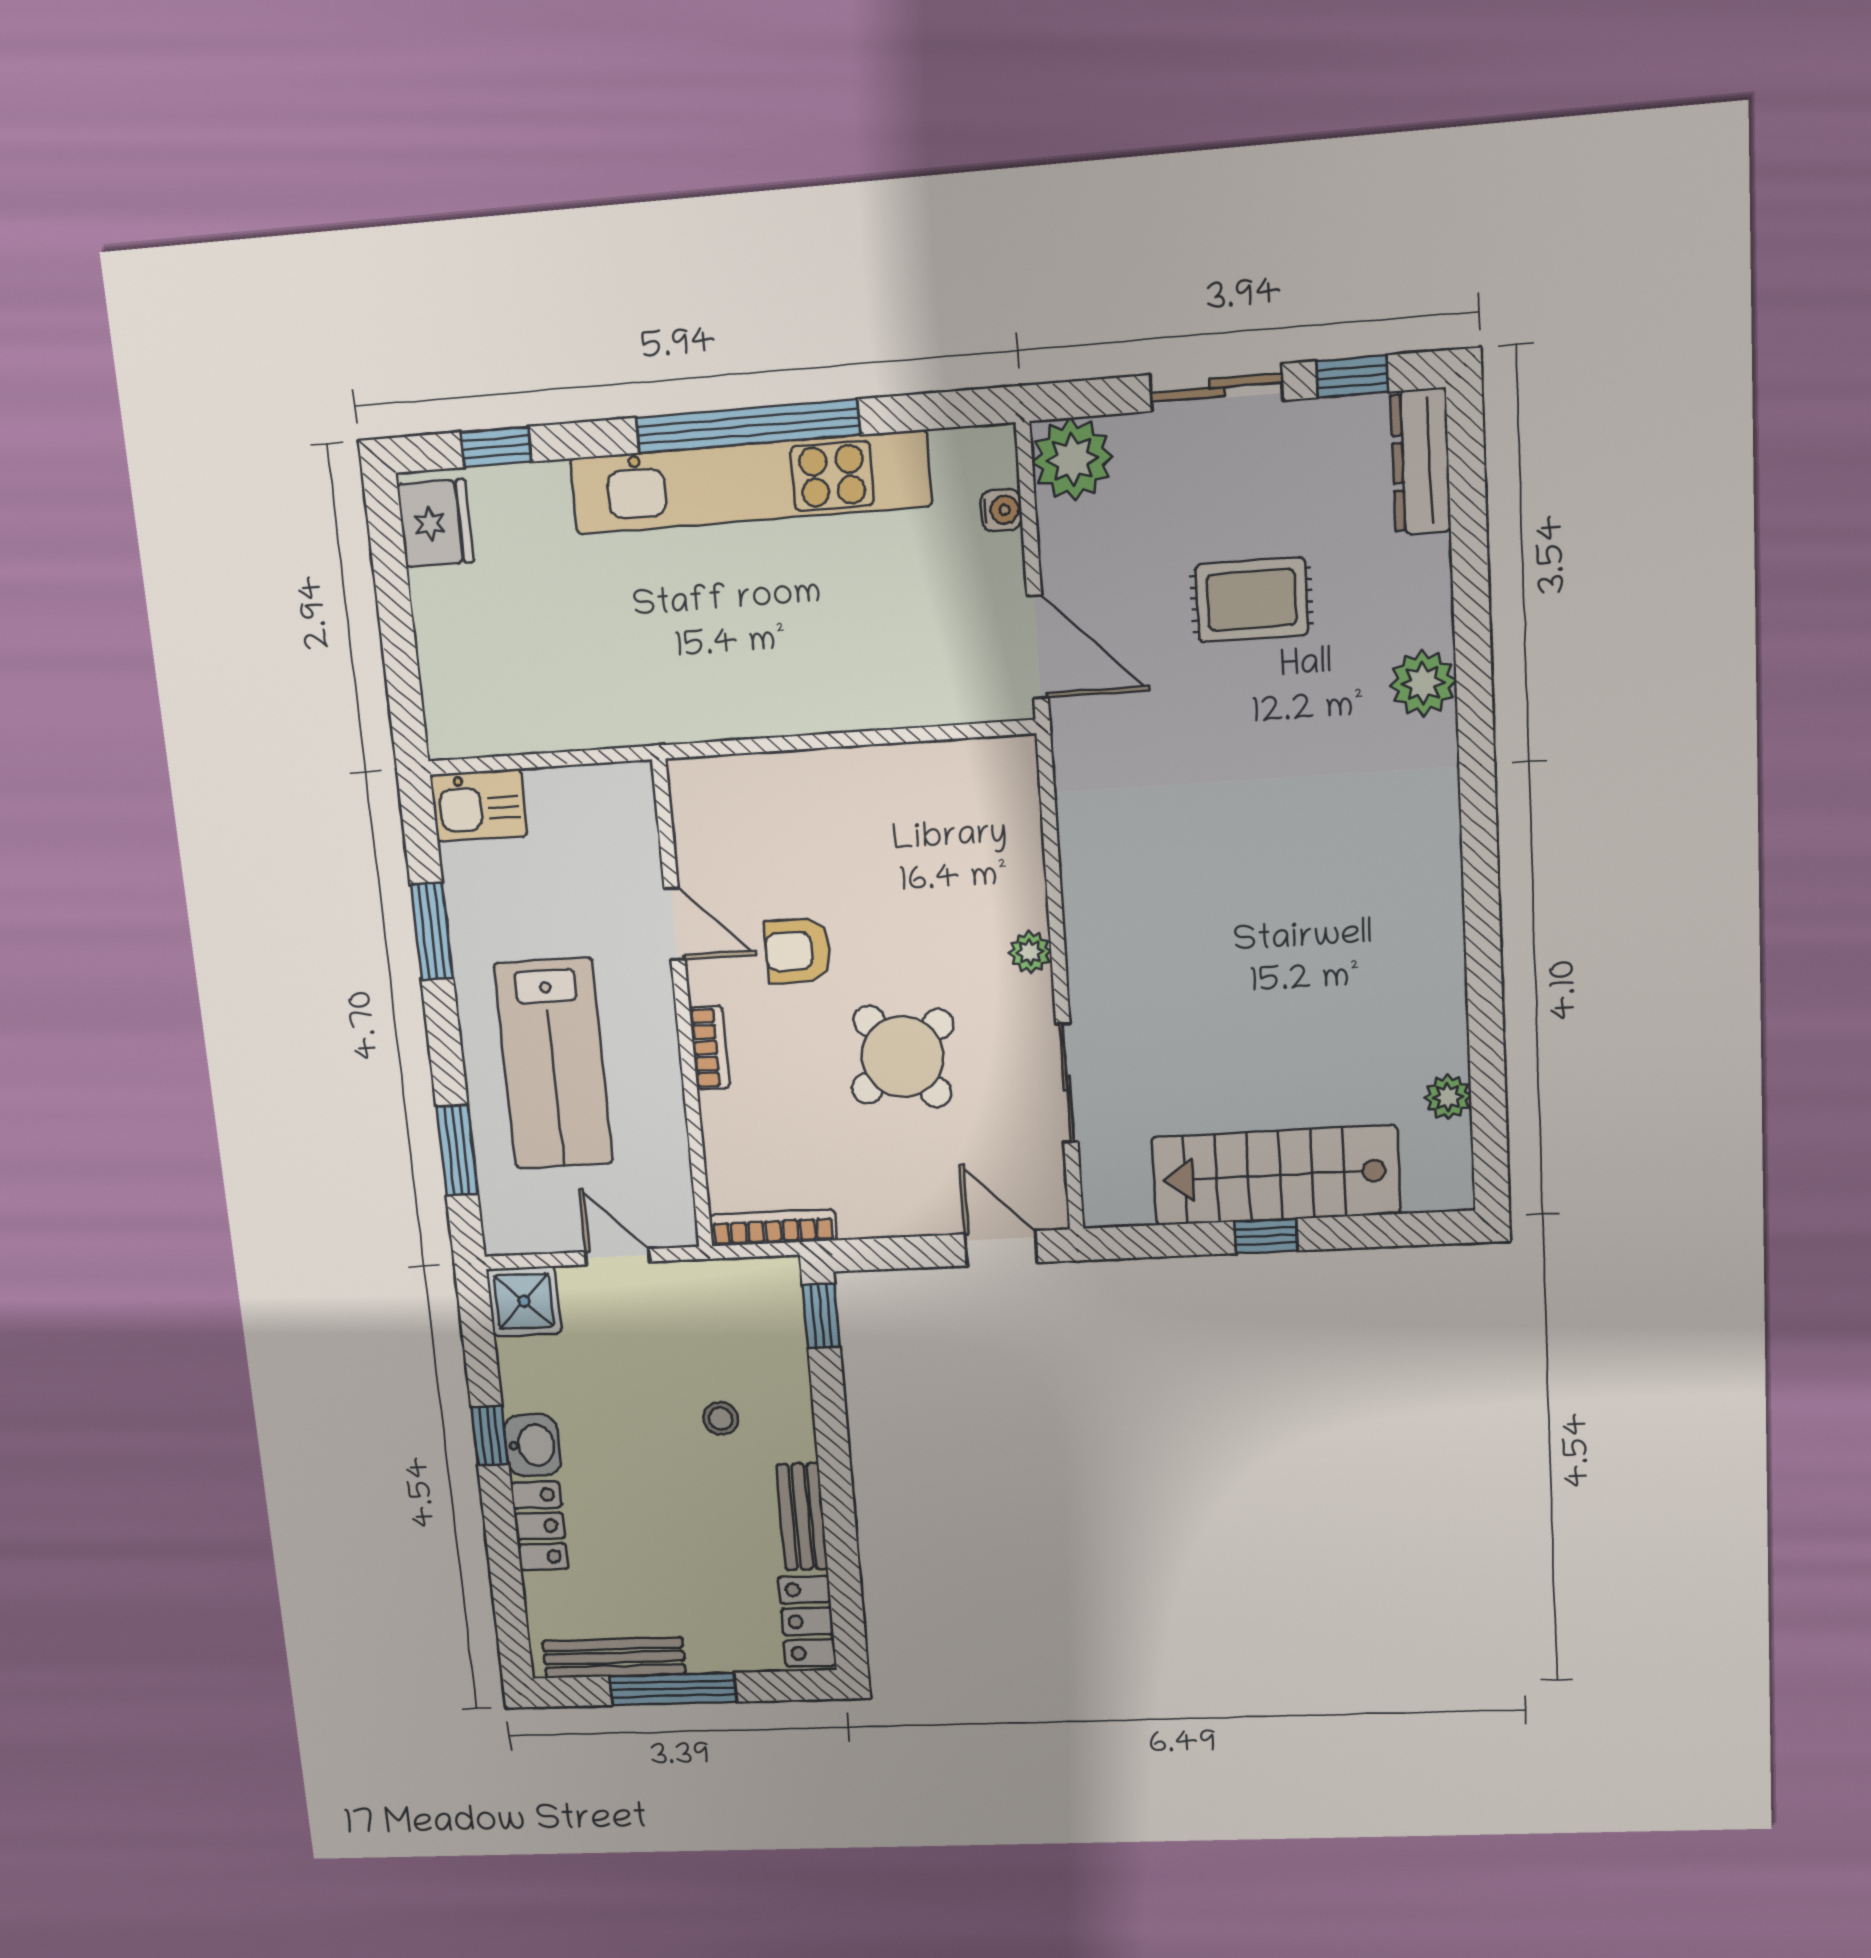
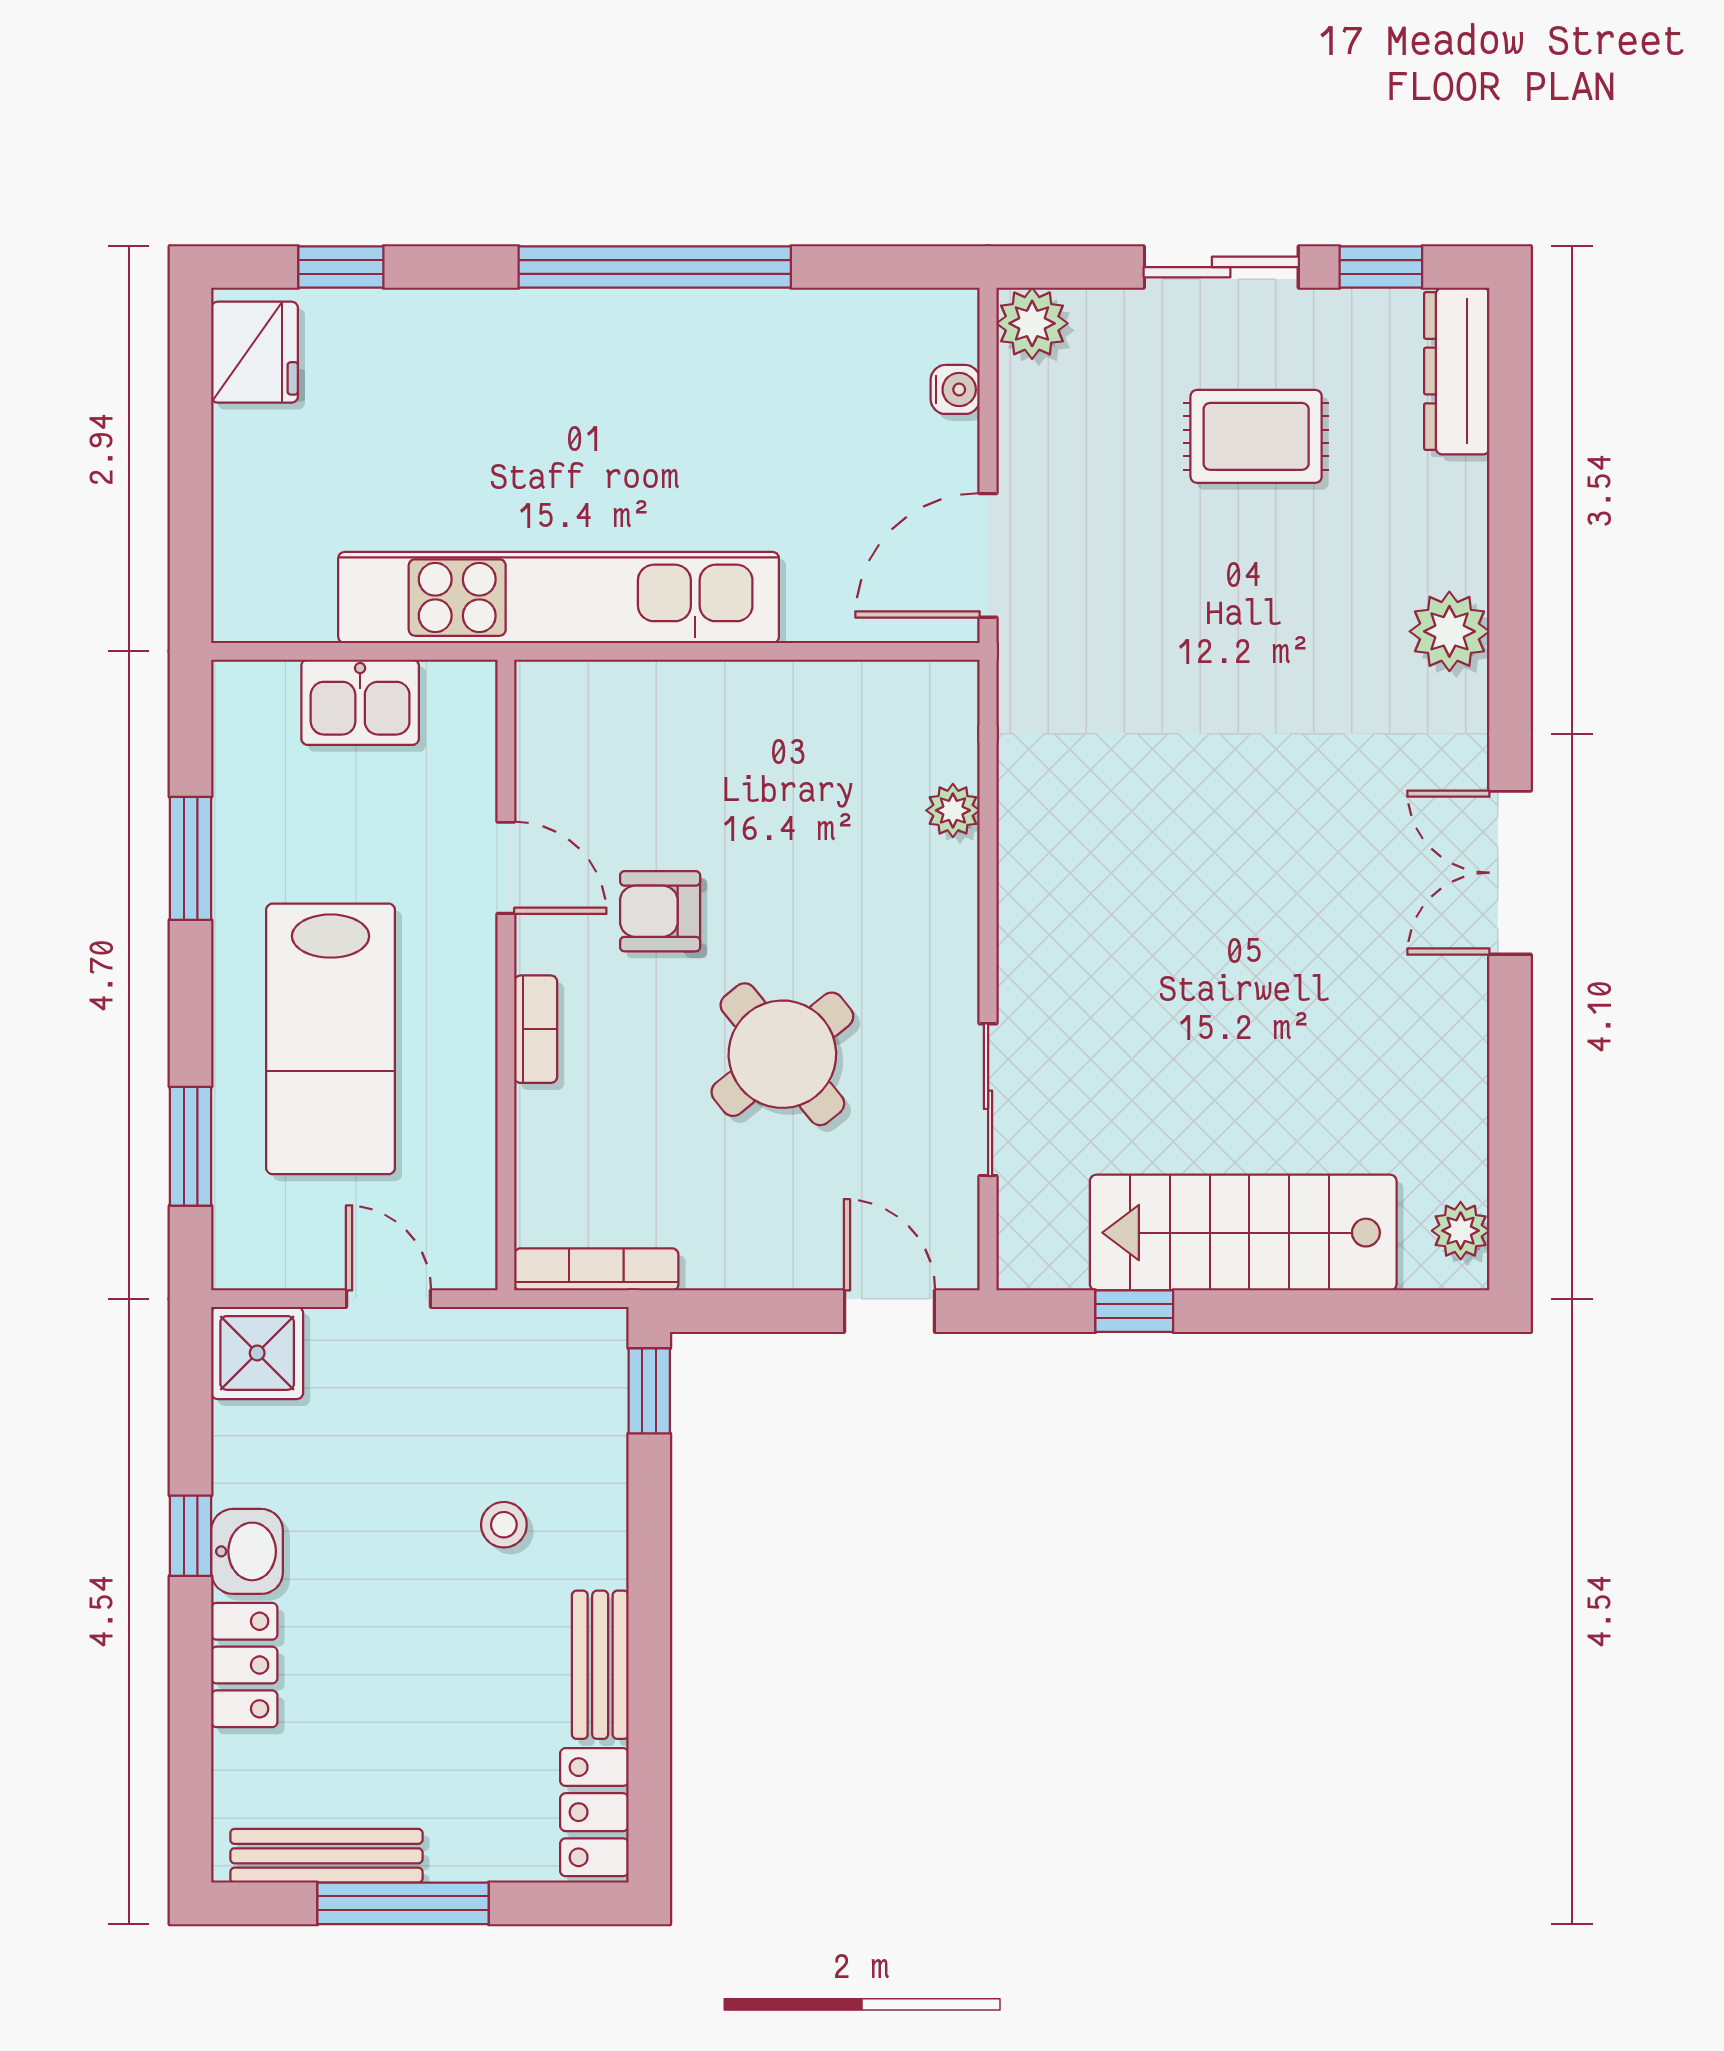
plant: (1072, 459) -> (1032, 323), width x0.73, depth x0.73
kitchen unit: (750, 482) -> (559, 598), moved, turned 180
rug: (1252, 600) -> (1256, 436), moved
door: (1038, 647) -> (988, 555), swing flipped
kitchen sink: (479, 805) -> (360, 702), moved
double door: (1481, 879) -> (1510, 873), added
plant: (1030, 952) -> (953, 810), moved
plant: (1448, 1097) -> (1461, 1231), moved
window: (1266, 1236) -> (1134, 1311), moved

